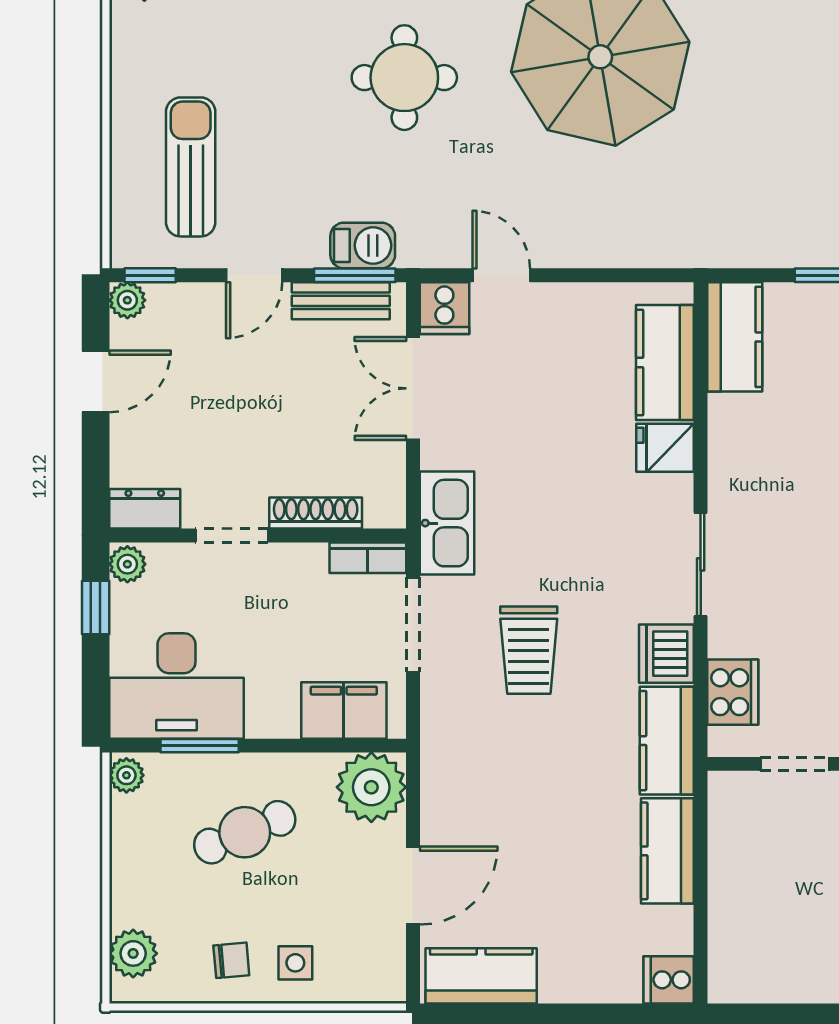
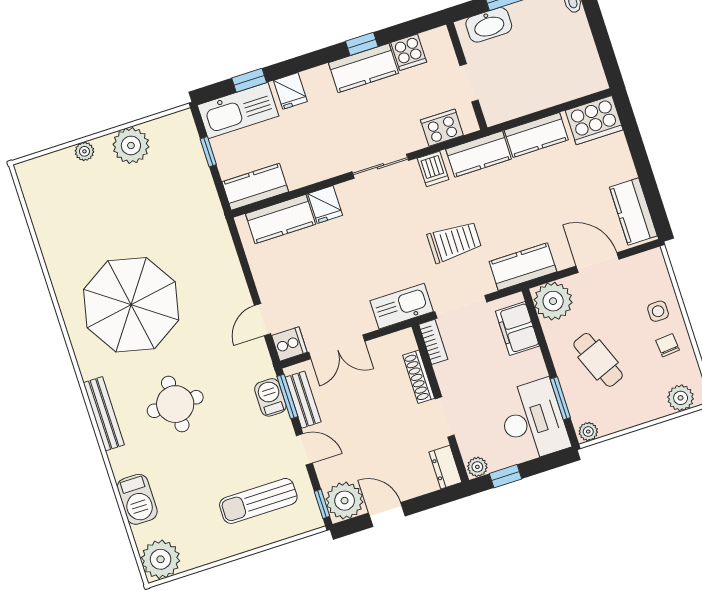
plant: (127, 300) -> (345, 501), width x1.88, depth x1.88
dishwasher: (666, 654) -> (433, 169), width x0.73
kitchen counter: (448, 755) -> (523, 267), added
cooker: (669, 980) -> (594, 120), width x1.87, depth x1.31

